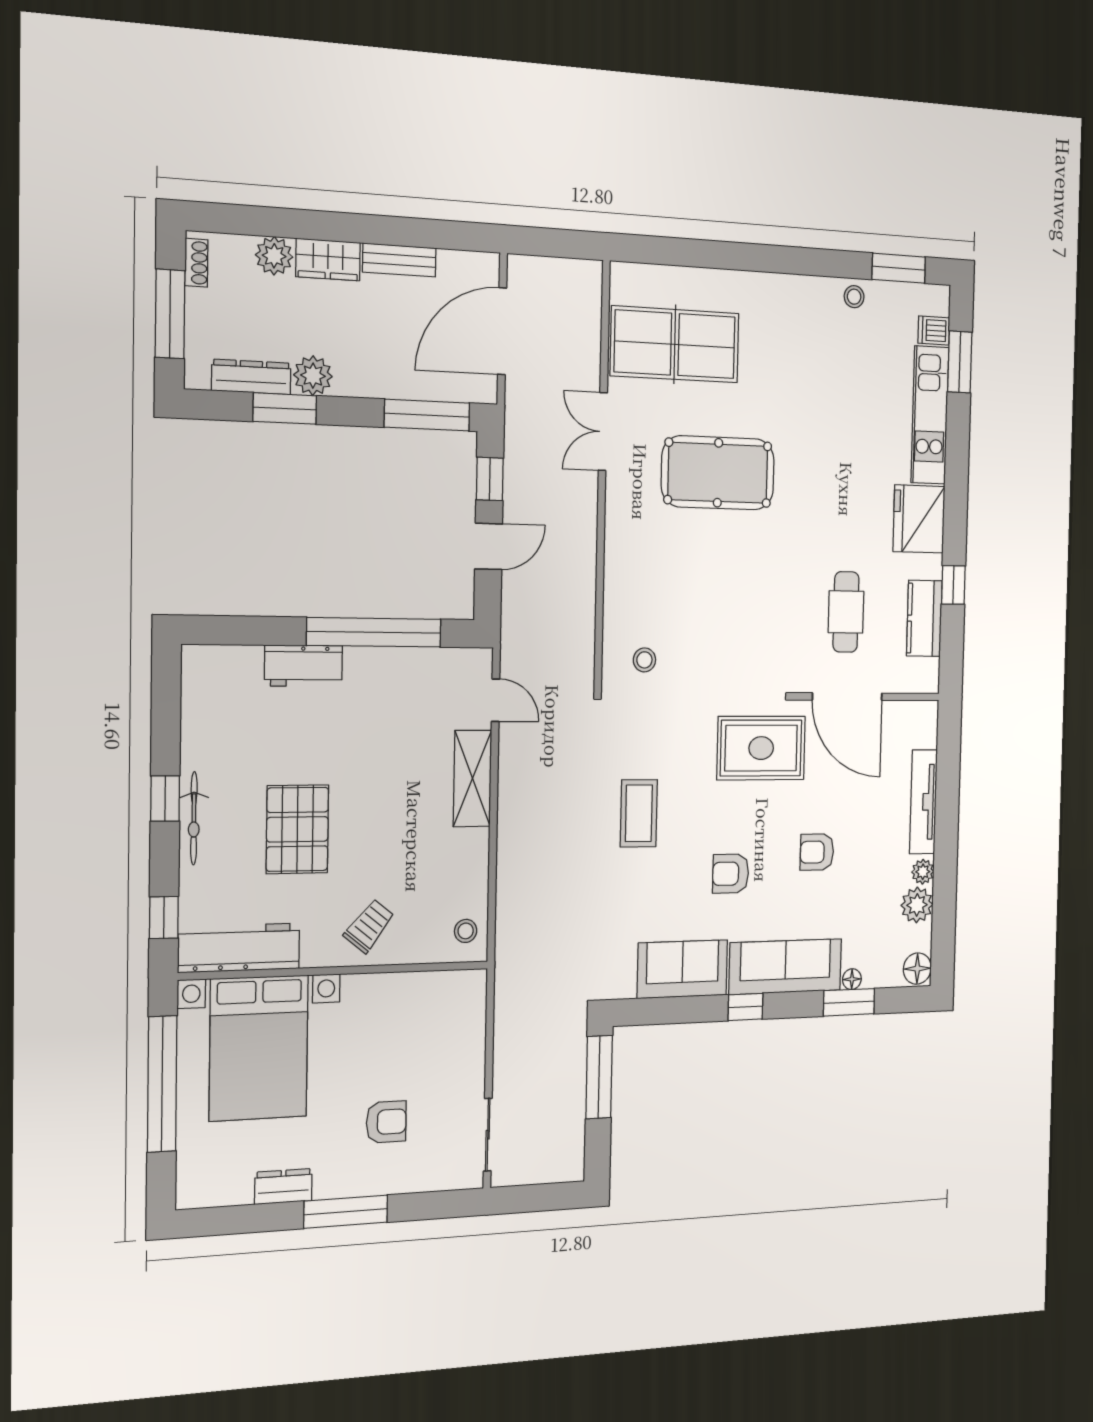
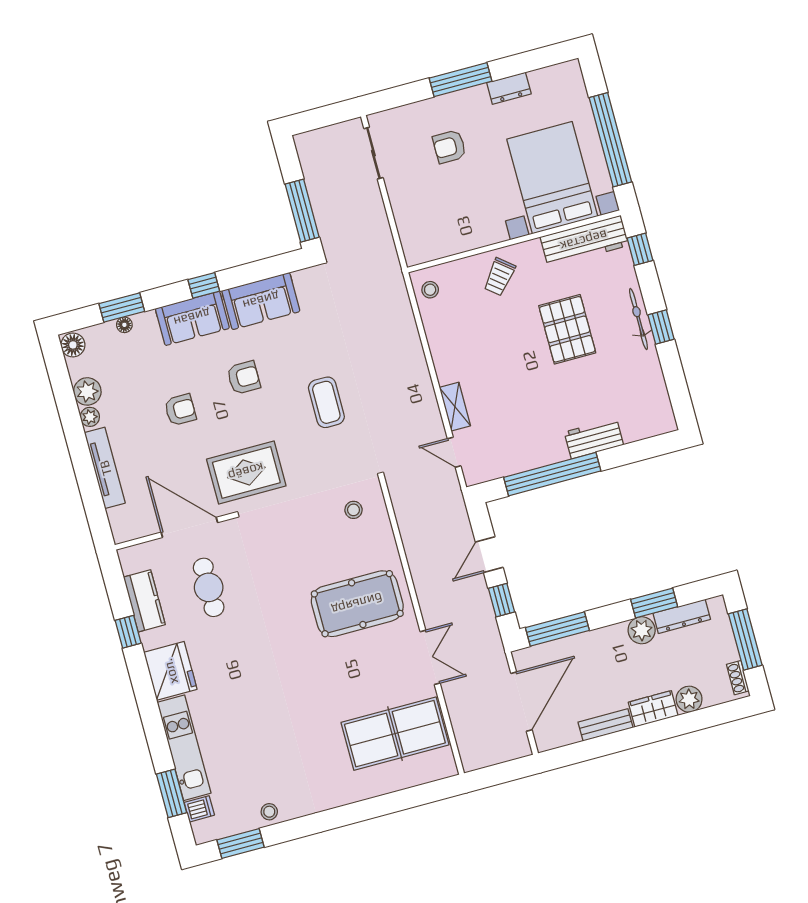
pool table: (718, 473) -> (357, 604), moved
shelving: (473, 778) -> (455, 407), width x0.67, depth x0.75
sofa: (785, 967) -> (192, 318), width x0.73

